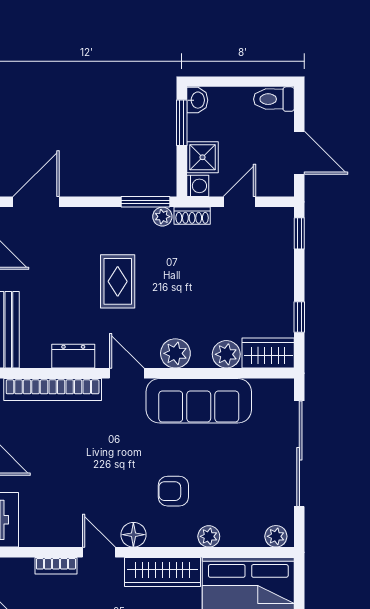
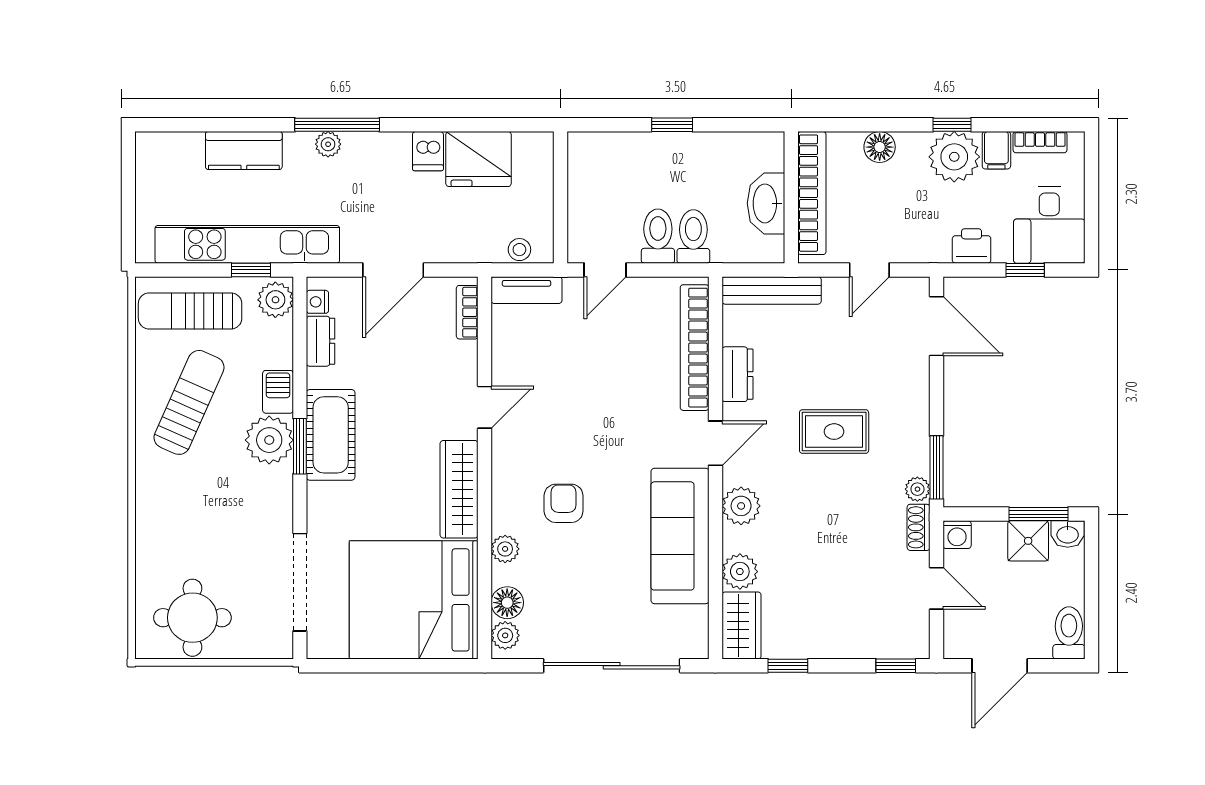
shower: (203, 157) -> (1028, 541), moved
floor lamp: (133, 535) -> (507, 603), moved
bookcase: (56, 566) -> (467, 312), moved

